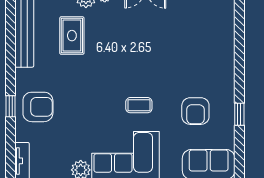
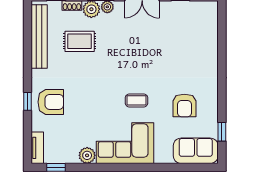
rug: (72, 36) -> (80, 41), turned 90
window: (239, 114) -> (222, 132), moved

